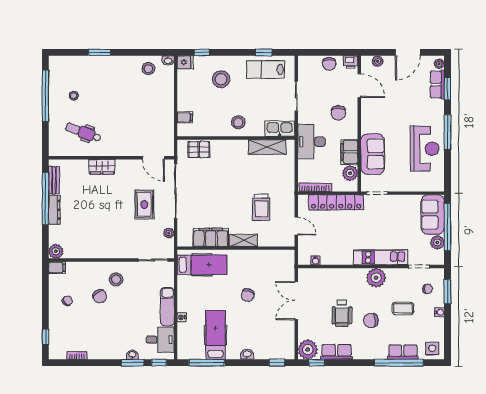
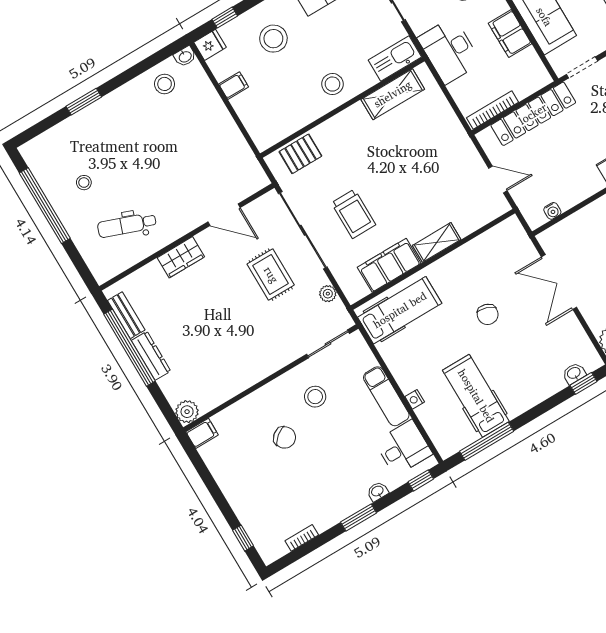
filing cabinet: (185, 117) -> (234, 86), moved
door: (153, 158) -> (224, 215), moved
plant: (350, 173) -> (528, 62), removed
trolley: (261, 207) -> (353, 214), moved
stool: (116, 279) -> (315, 397), moved
chair: (67, 301) -> (244, 470), removed
washbasin: (247, 354) -> (574, 373), moved
window: (133, 363) -> (359, 518), moved

